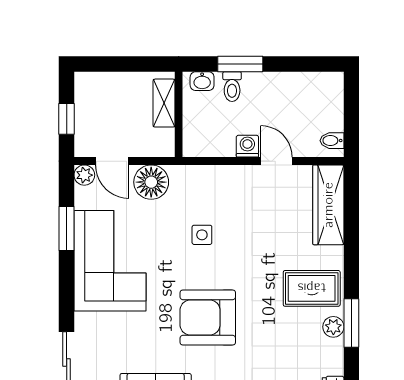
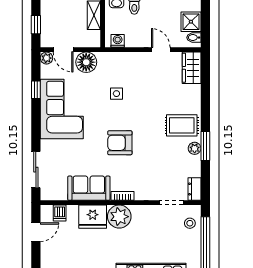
shower: (327, 114) -> (191, 22), added
washing machine: (247, 146) -> (118, 41), moved
wardrobe: (328, 205) -> (192, 68), width x0.67
window: (67, 228) -> (36, 90), width x0.67
armchair: (208, 318) -> (120, 143), width x0.73, depth x0.73

